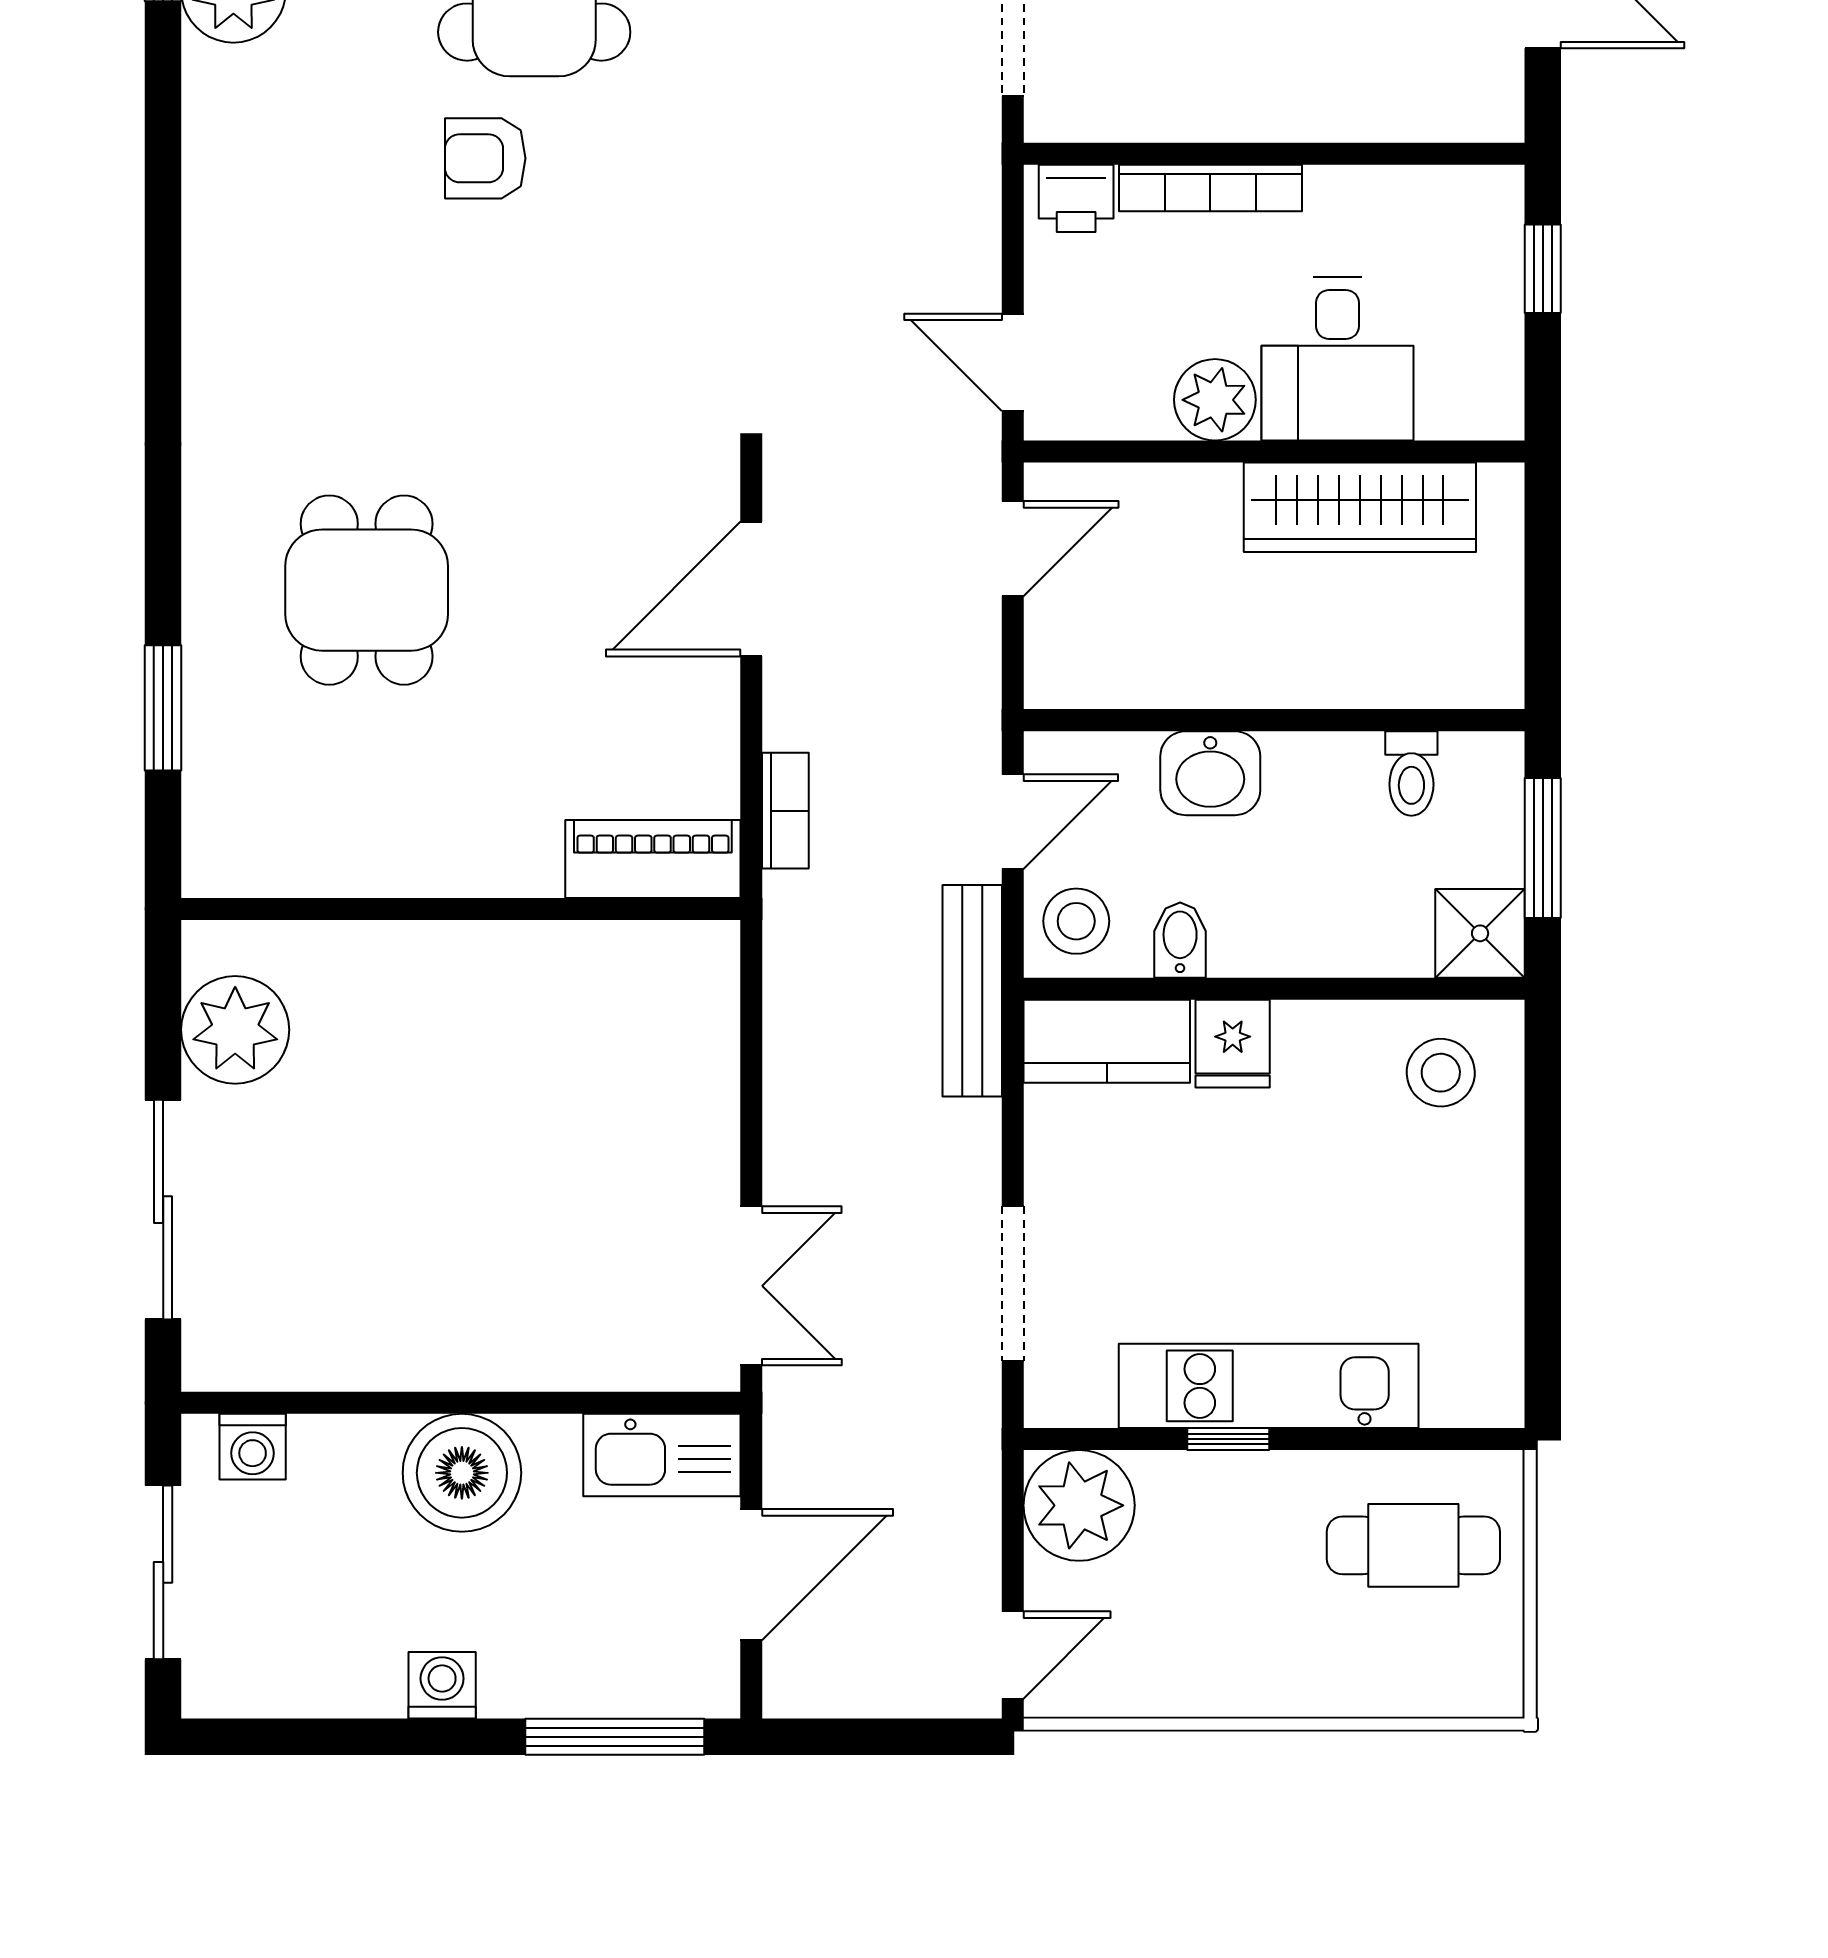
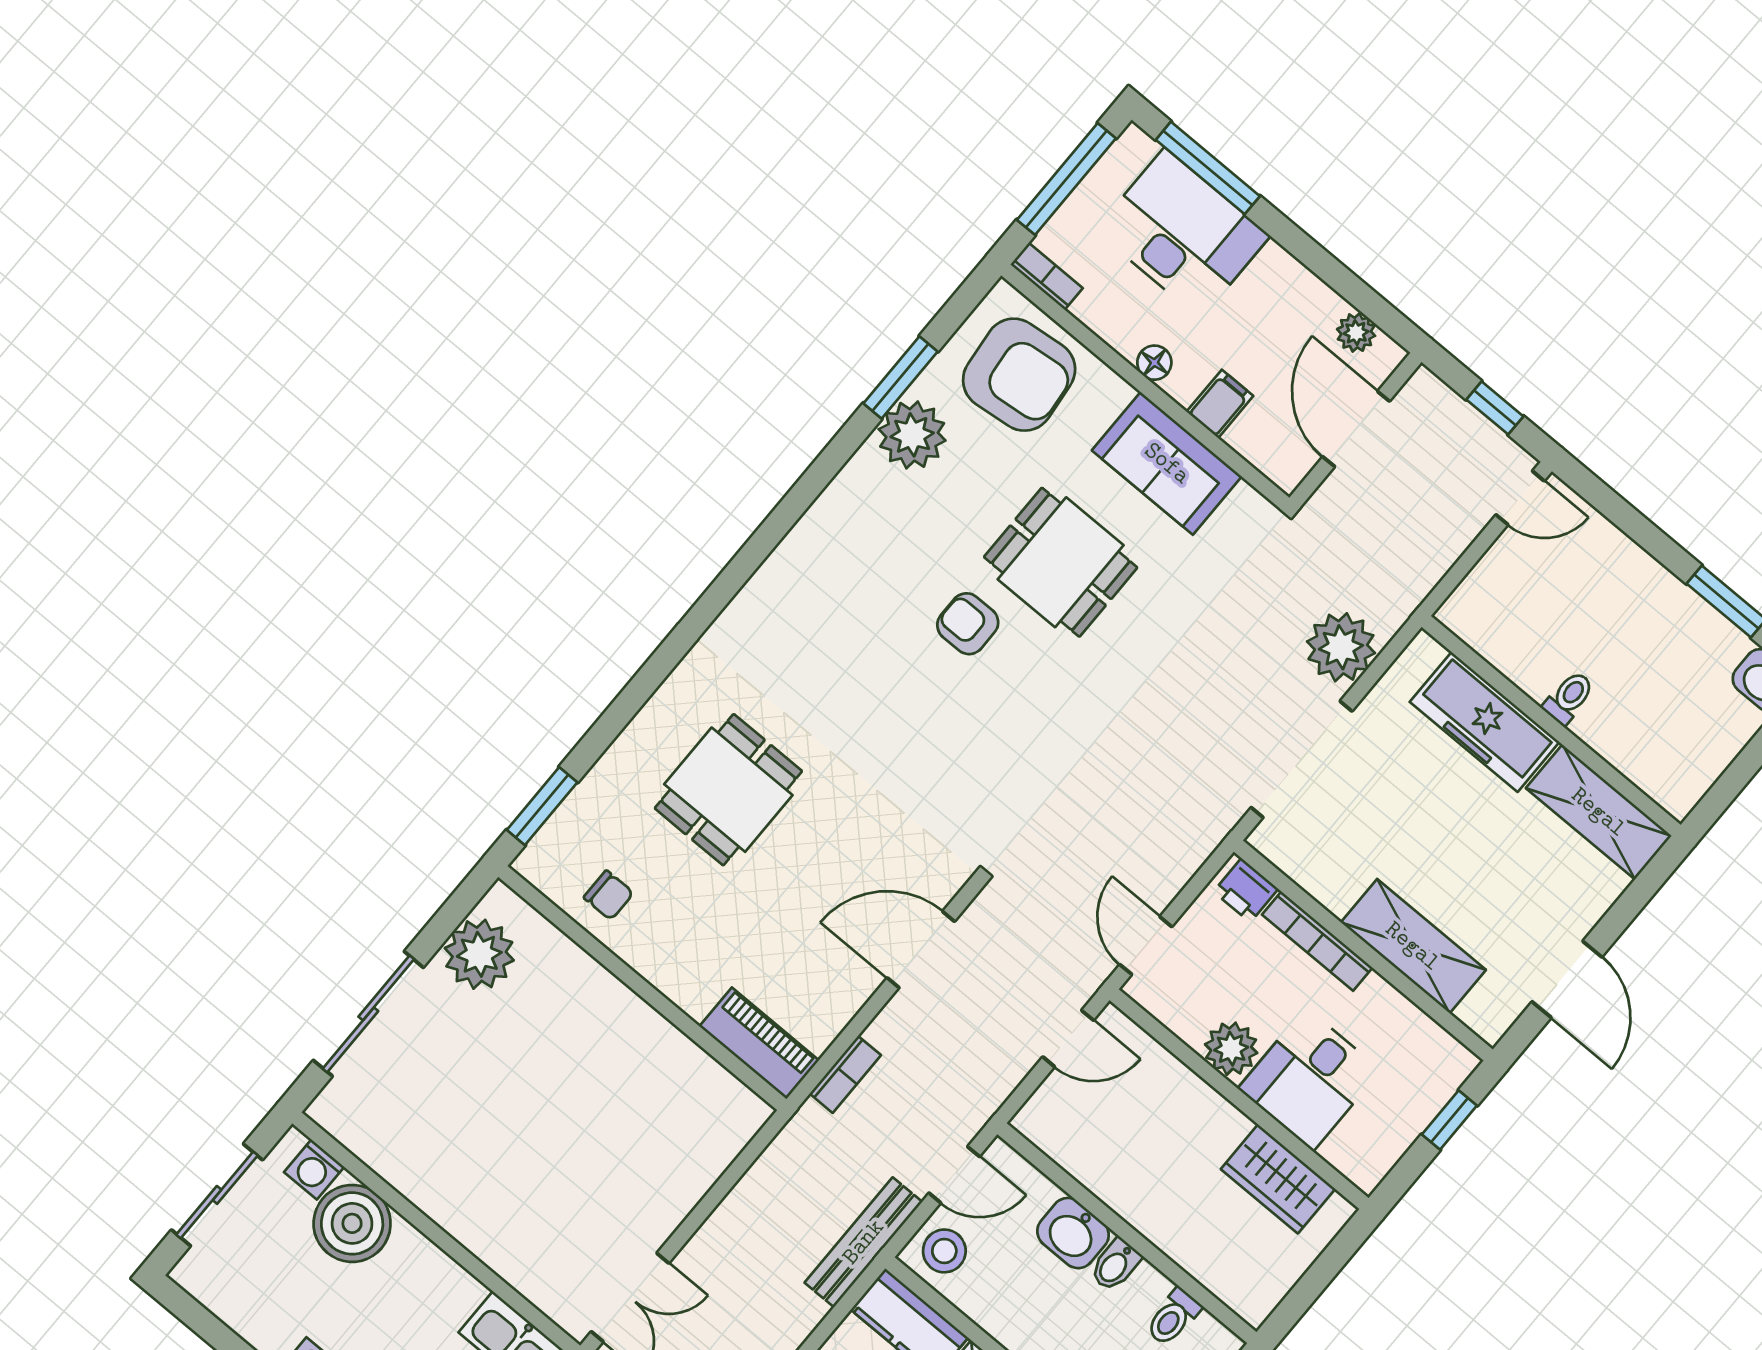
shelving: (1329, 99) -> (1413, 946), added
wardrobe: (1360, 507) -> (1278, 1179), width x0.67
window: (163, 708) -> (542, 806), moved
chair: (329, 833) -> (609, 895), added
bidet: (1180, 940) -> (1115, 1265), moved, turned 180
boiler: (462, 1473) -> (352, 1223), moved

